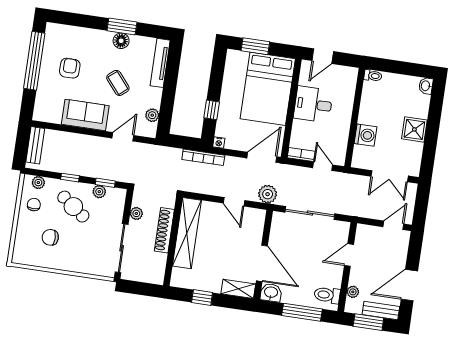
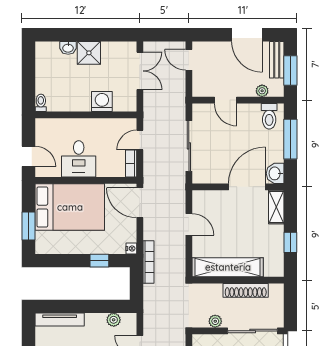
washbasin: (426, 86) -> (68, 48), moved
plant: (268, 194) -> (176, 192), removed
door: (234, 202) -> (189, 224), hinge flipped
shoe rack: (164, 230) -> (246, 290), moved

